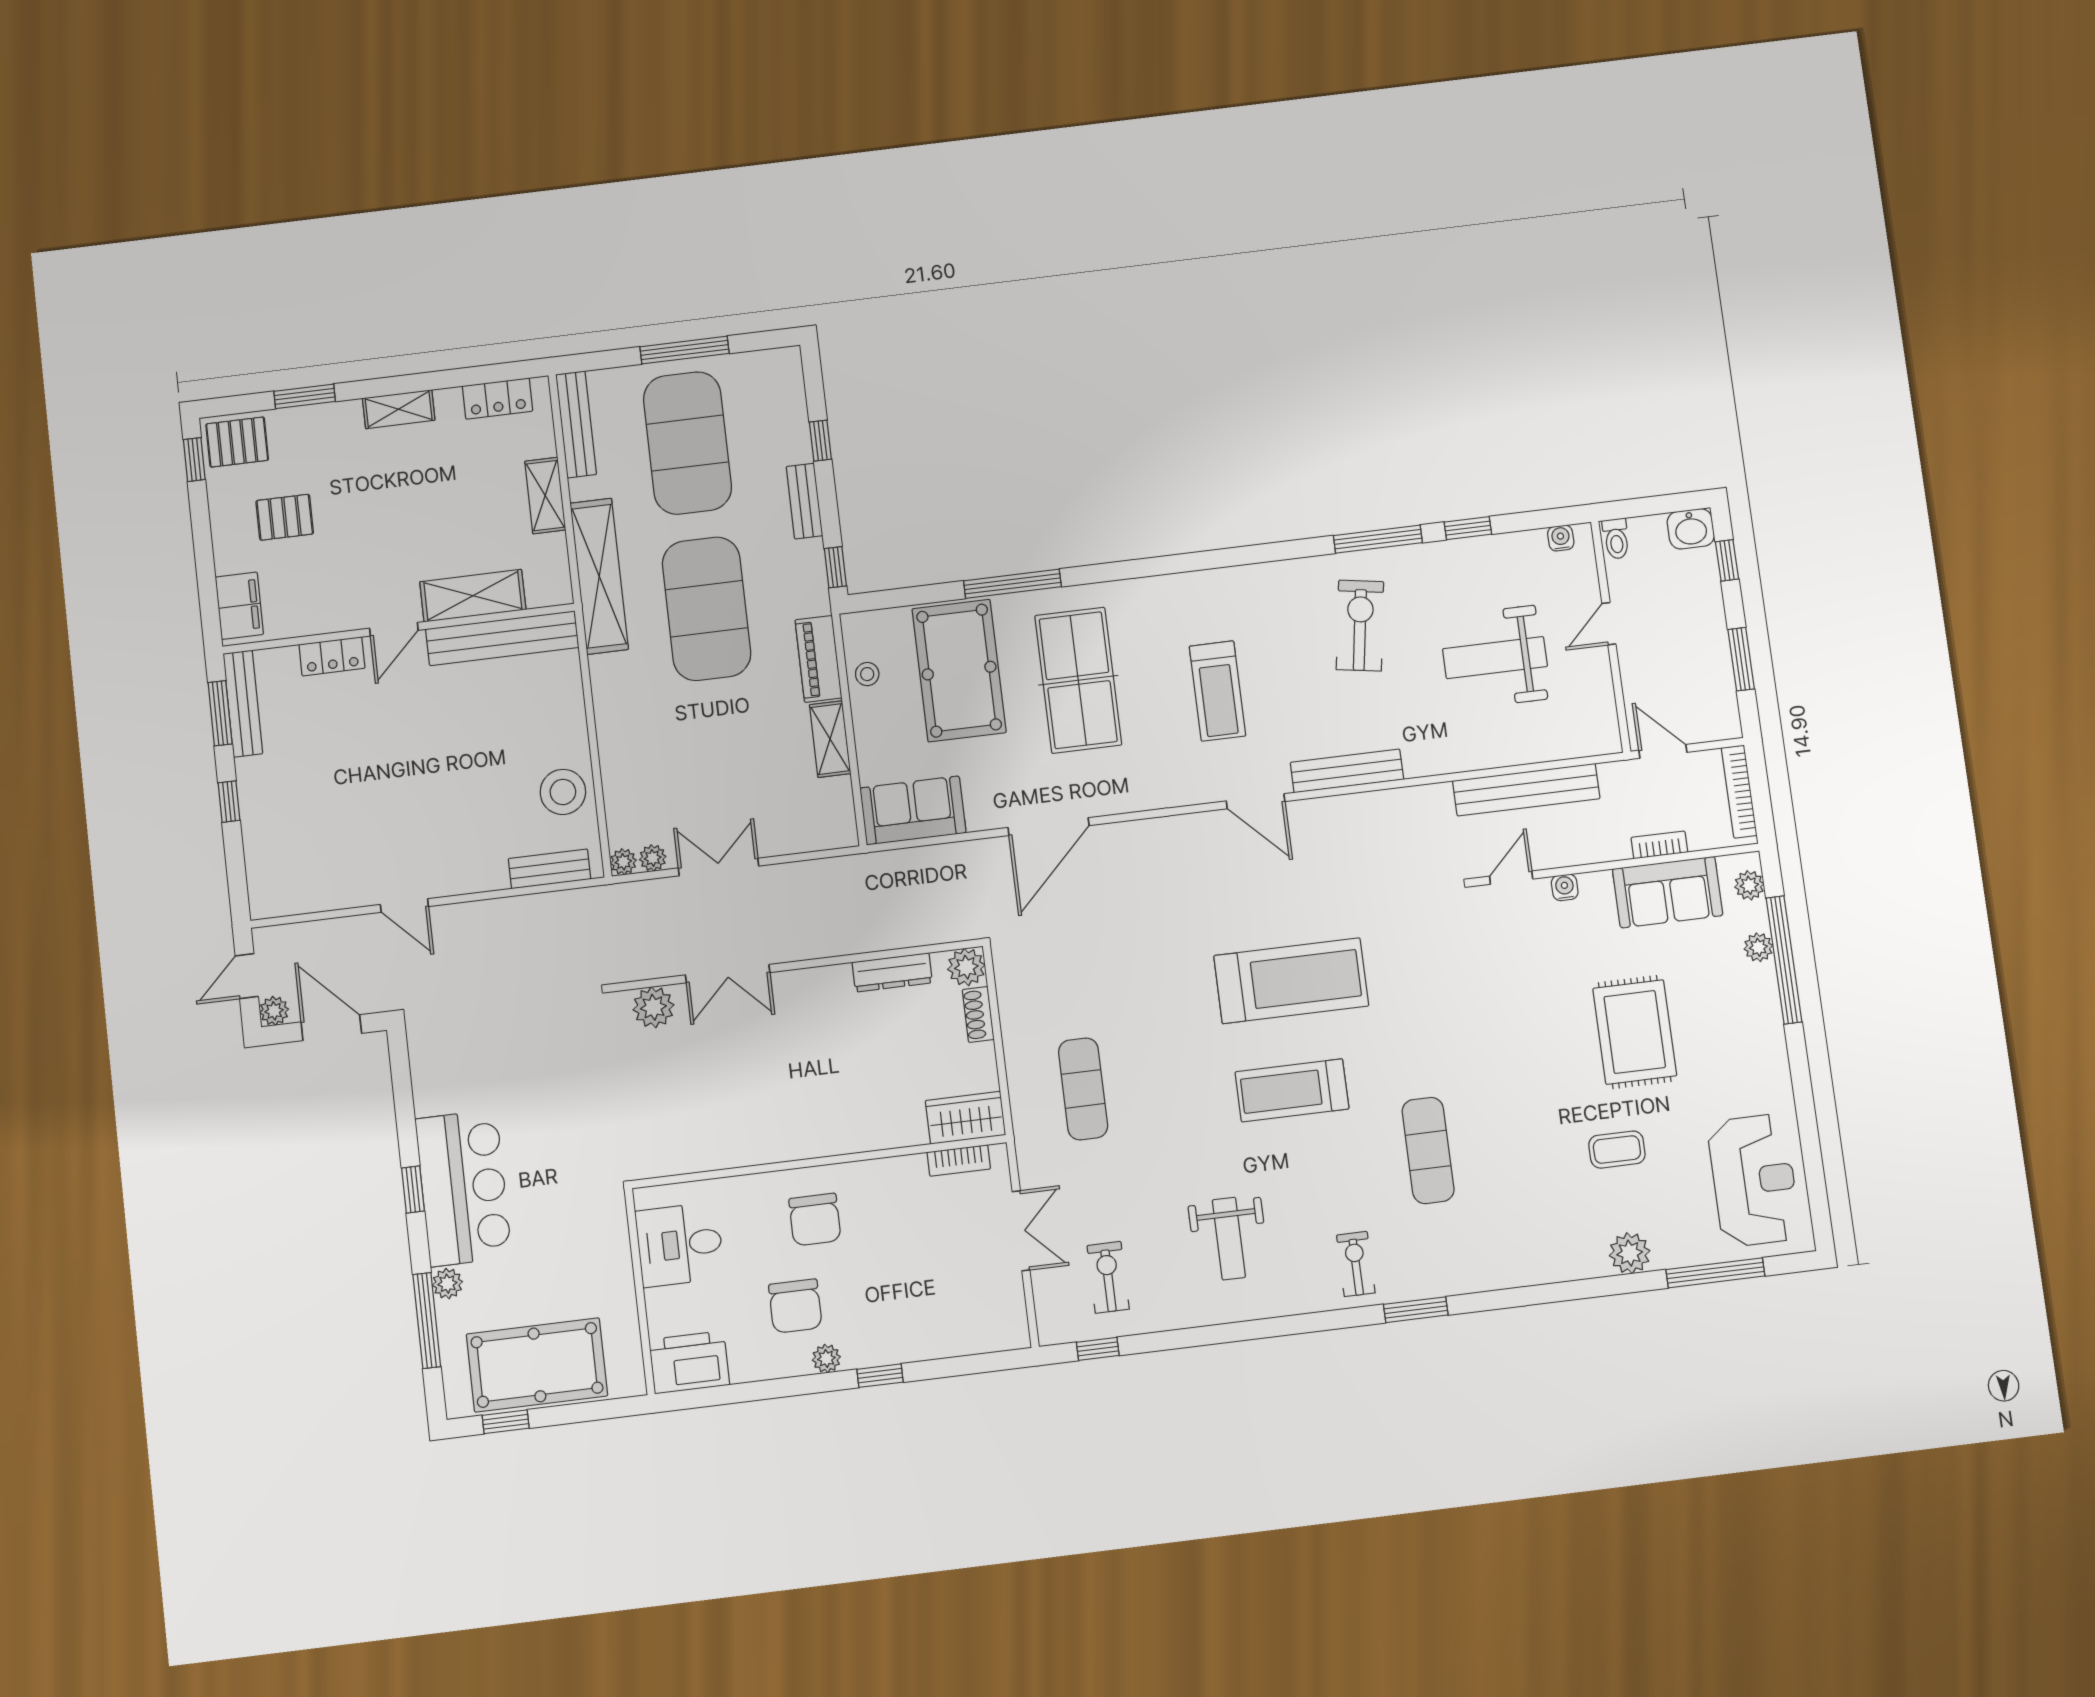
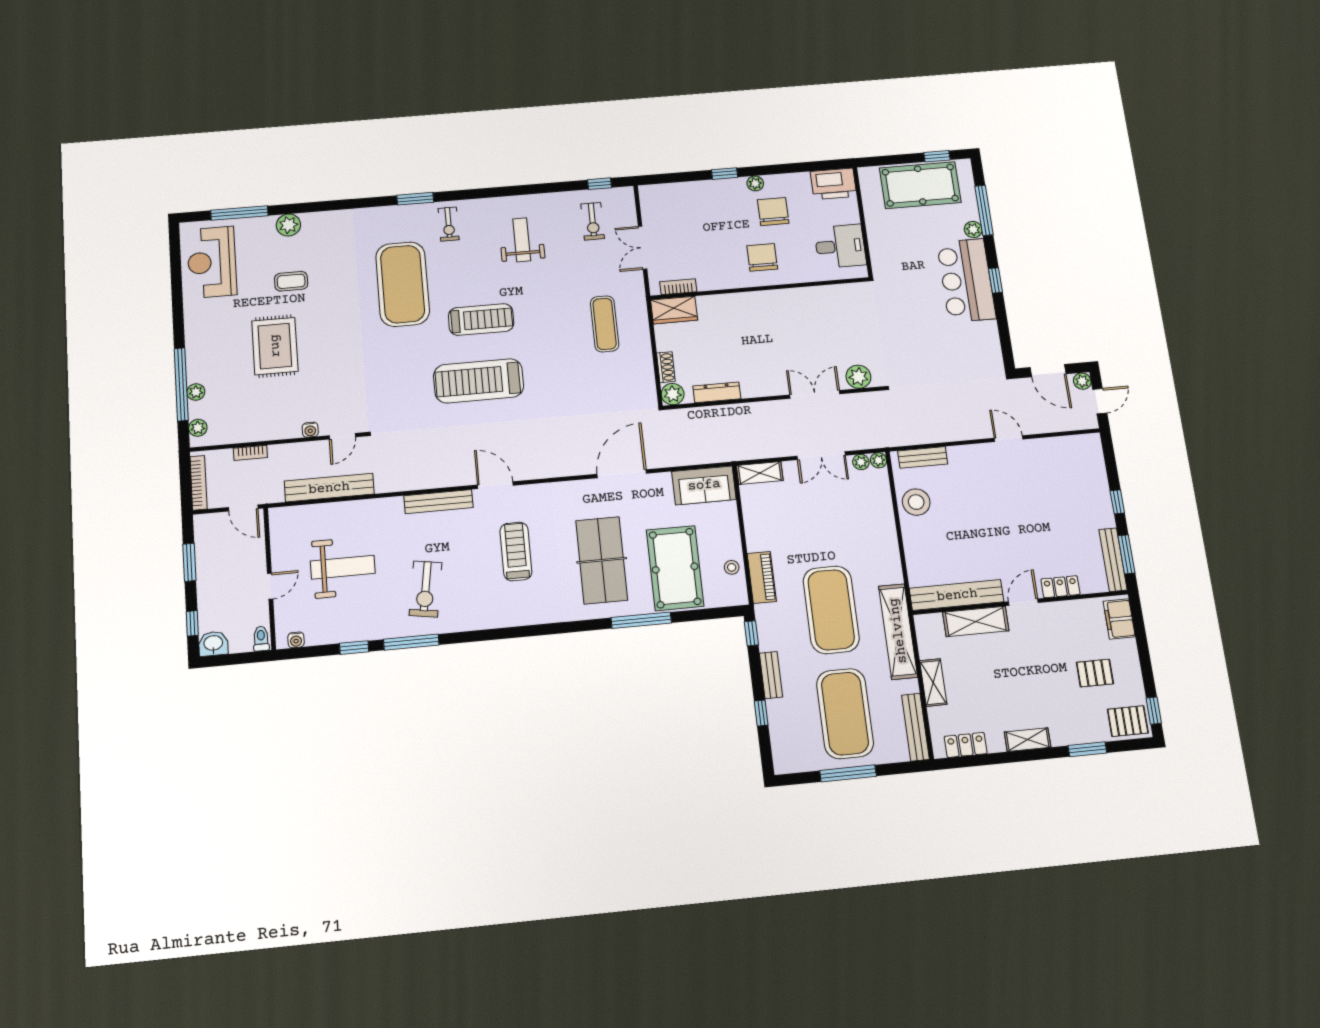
shelving: (830, 739) -> (760, 473), moved, turned 90
sofa: (1668, 892) -> (248, 425), removed
exercise mat: (1428, 1150) -> (403, 284), width x2.00, depth x1.45

